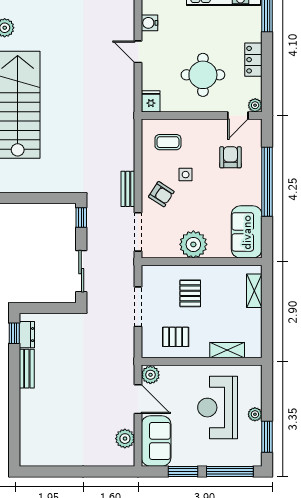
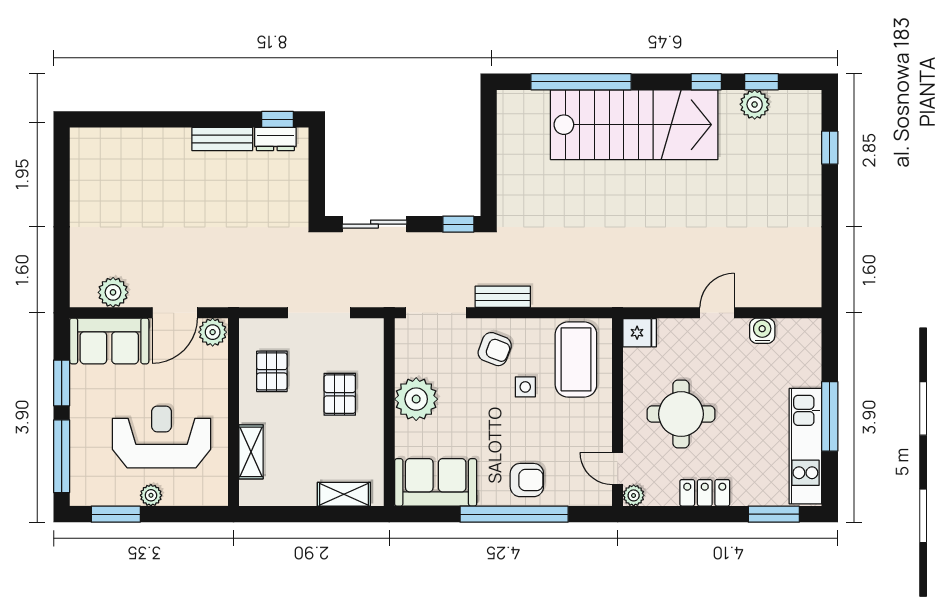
coffee table: (168, 142) -> (576, 359), width x1.86, depth x1.72
armchair: (230, 157) -> (527, 480), moved
armchair: (161, 194) -> (495, 349), turned -102
pallet: (190, 293) -> (340, 394), turned 90

